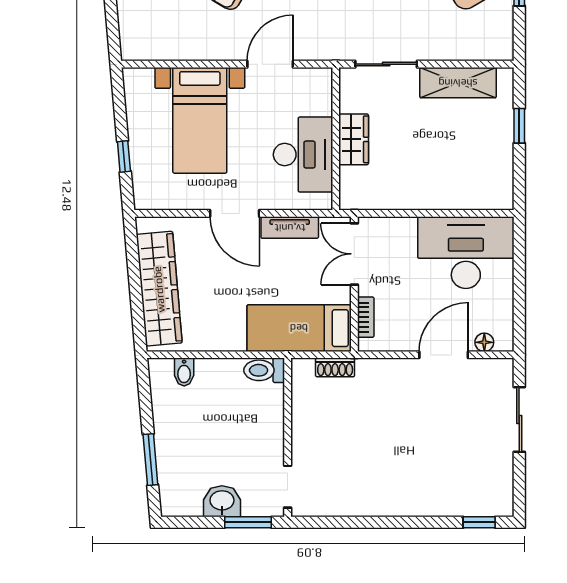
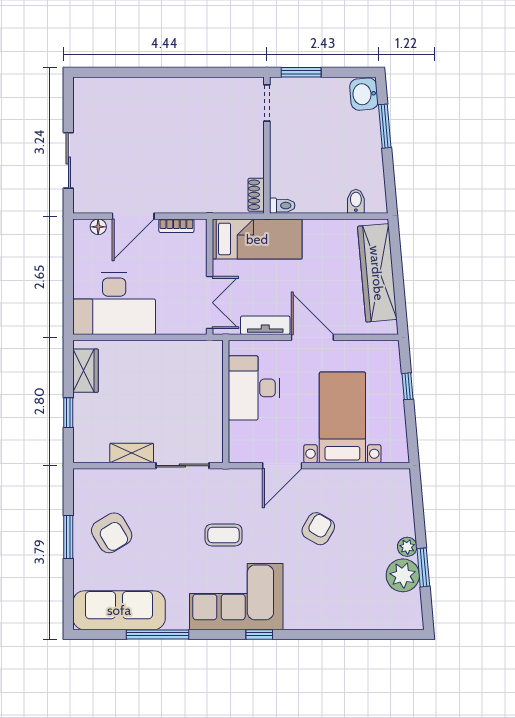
shelving: (458, 83) -> (132, 453), width x0.67, depth x0.75
wardrobe: (354, 139) -> (86, 371), moved, turned 180
bookcase: (366, 317) -> (176, 226), moved, turned -90
shoe rack: (335, 367) -> (256, 195), moved, turned -90
toilet: (264, 370) -> (282, 206), width x0.73, depth x0.72
washbasin: (222, 501) -> (364, 94), moved, turned 85
window: (479, 522) -> (103, 72), removed

